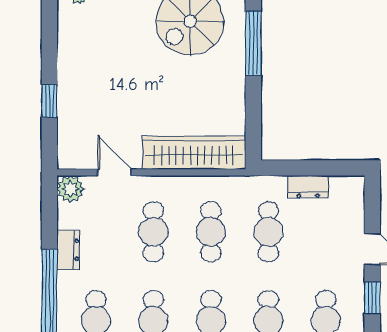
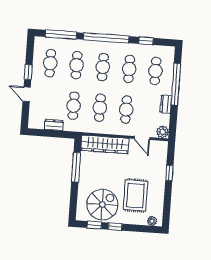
window: (253, 43) -> (76, 167), moved
rug: (119, 46) -> (135, 195), added

